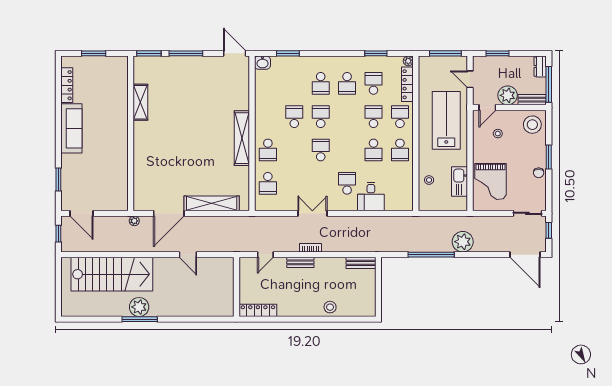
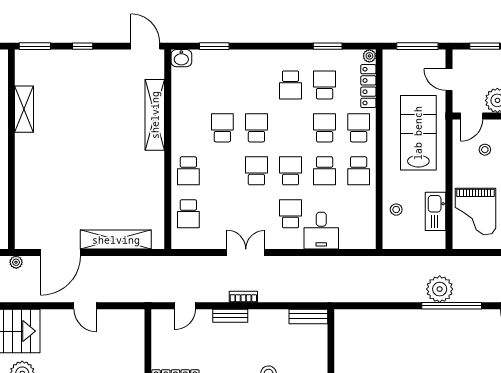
window: (186, 53) -> (83, 46), width x0.46
school desk: (321, 83) -> (290, 171), moved, turned 180
shelving: (242, 138) -> (155, 115), moved
window: (431, 255) -> (452, 306), moved

